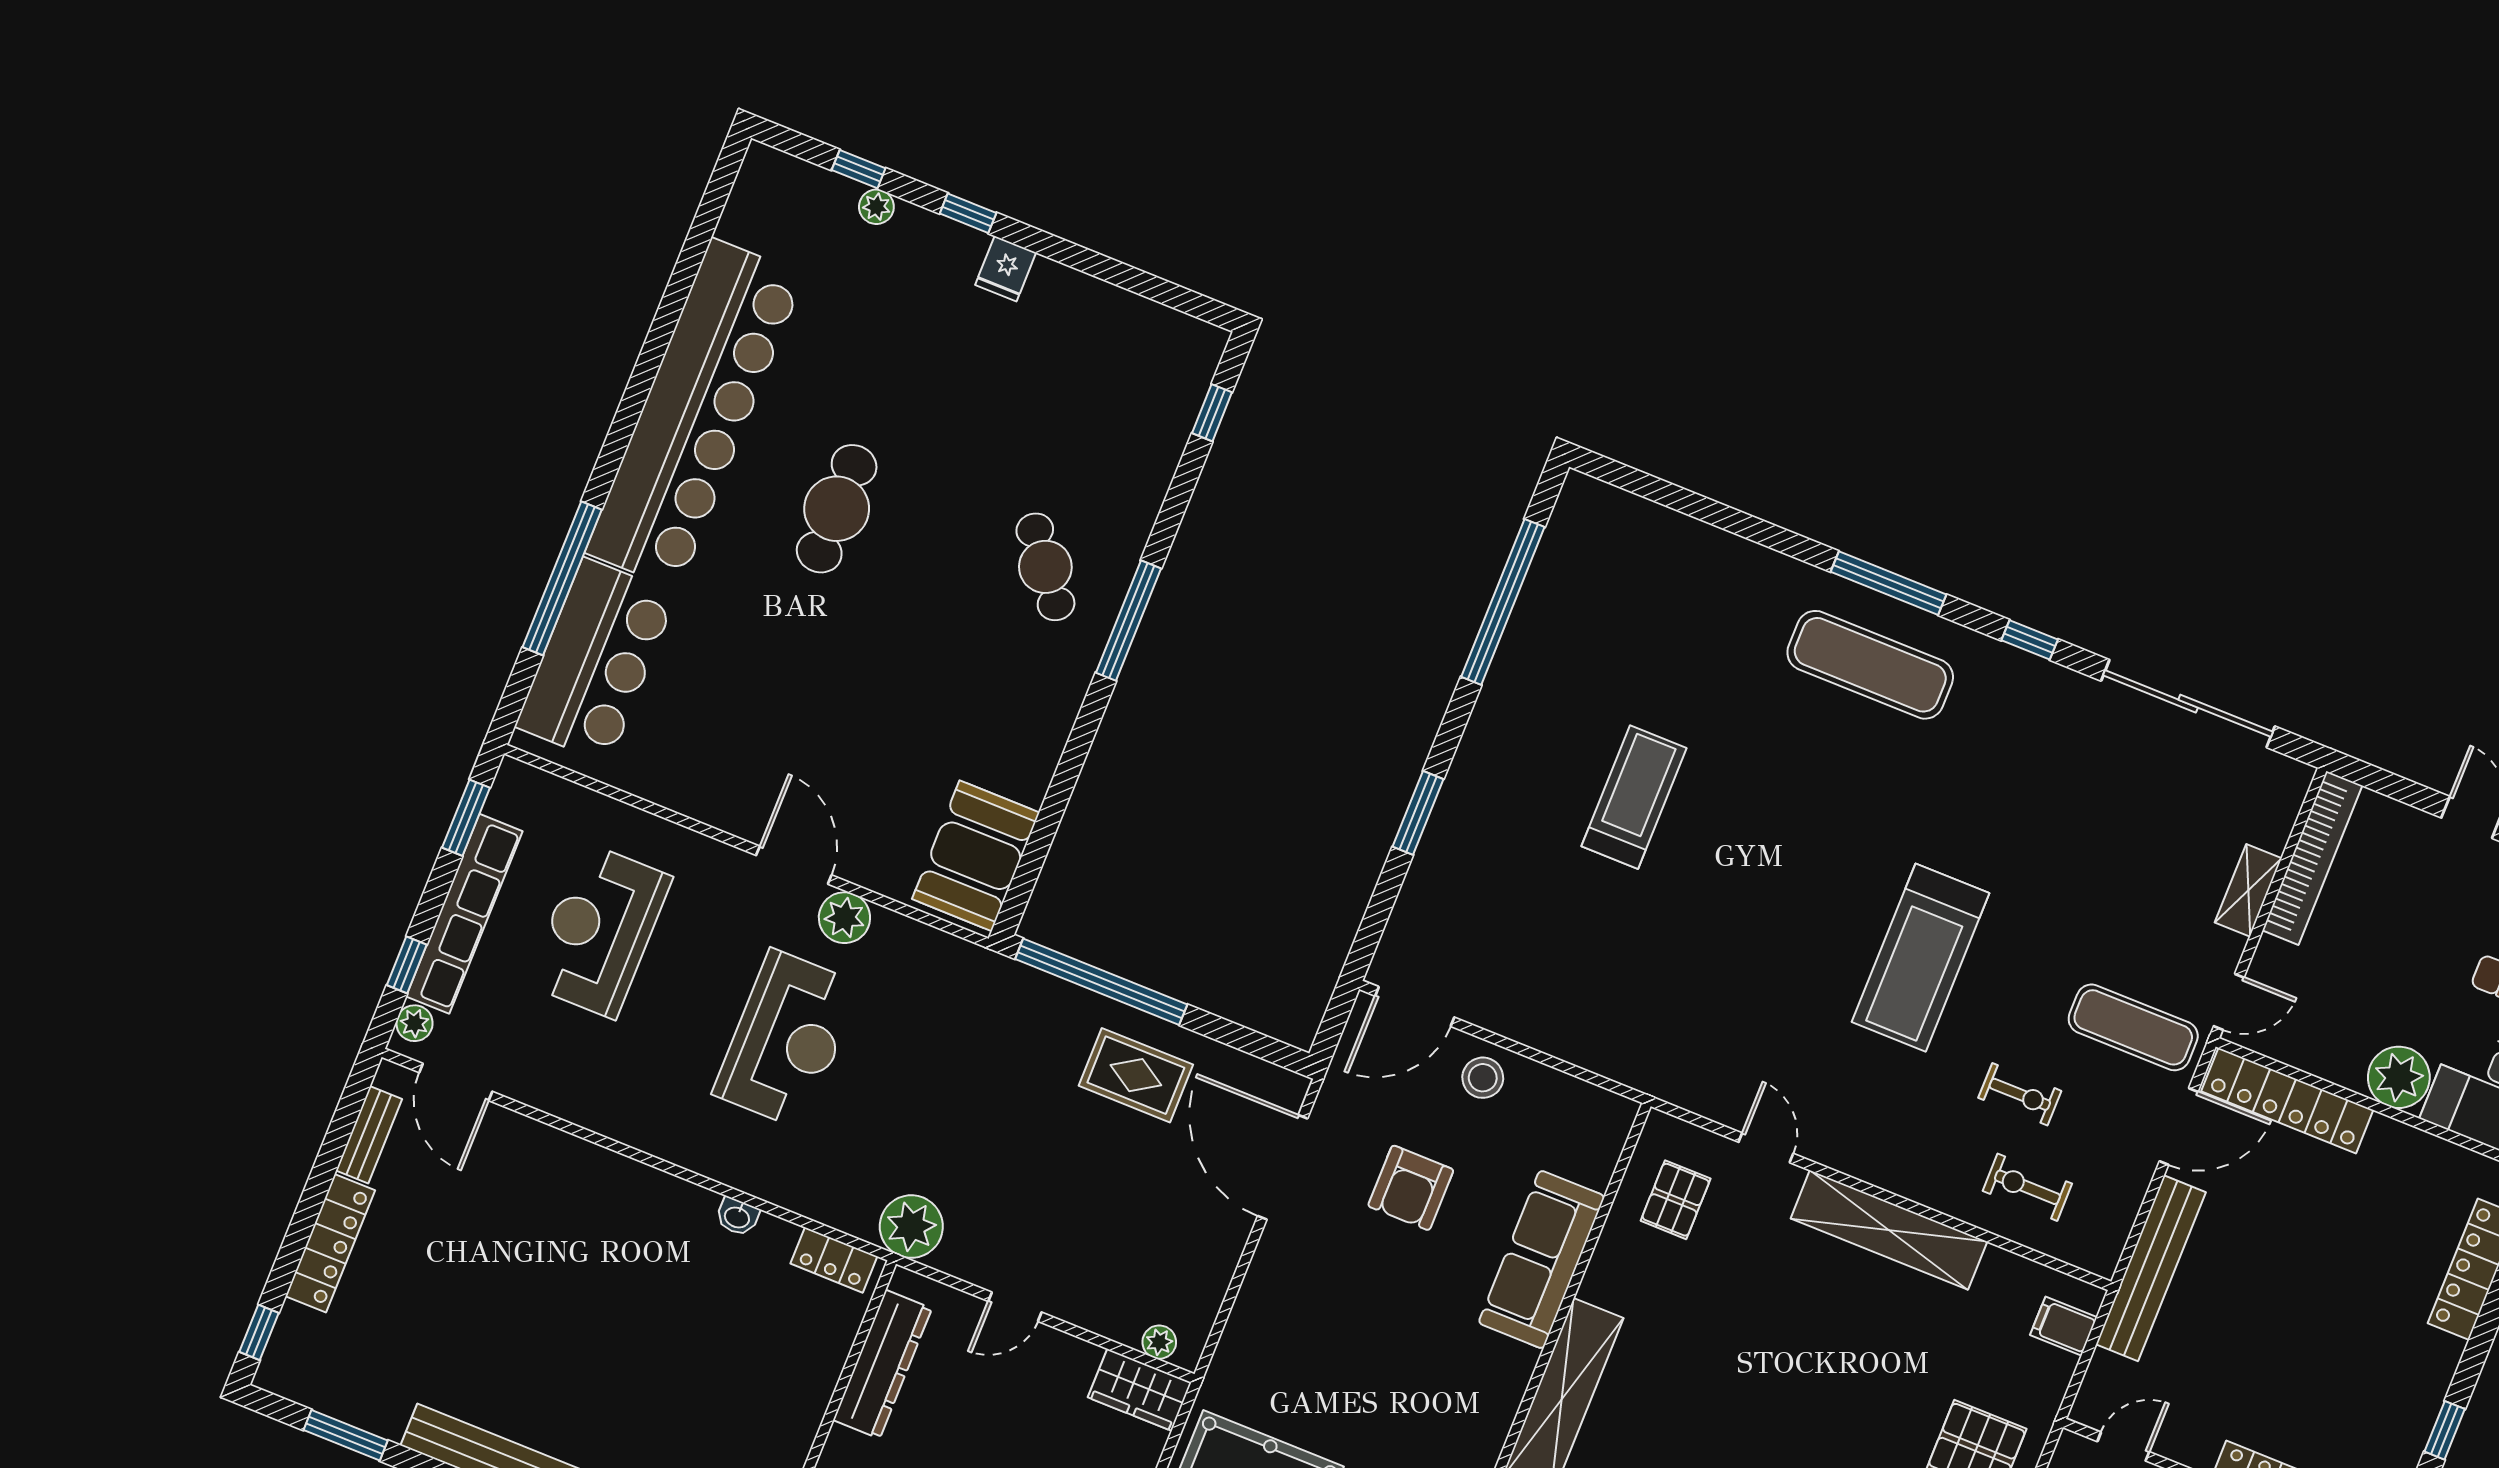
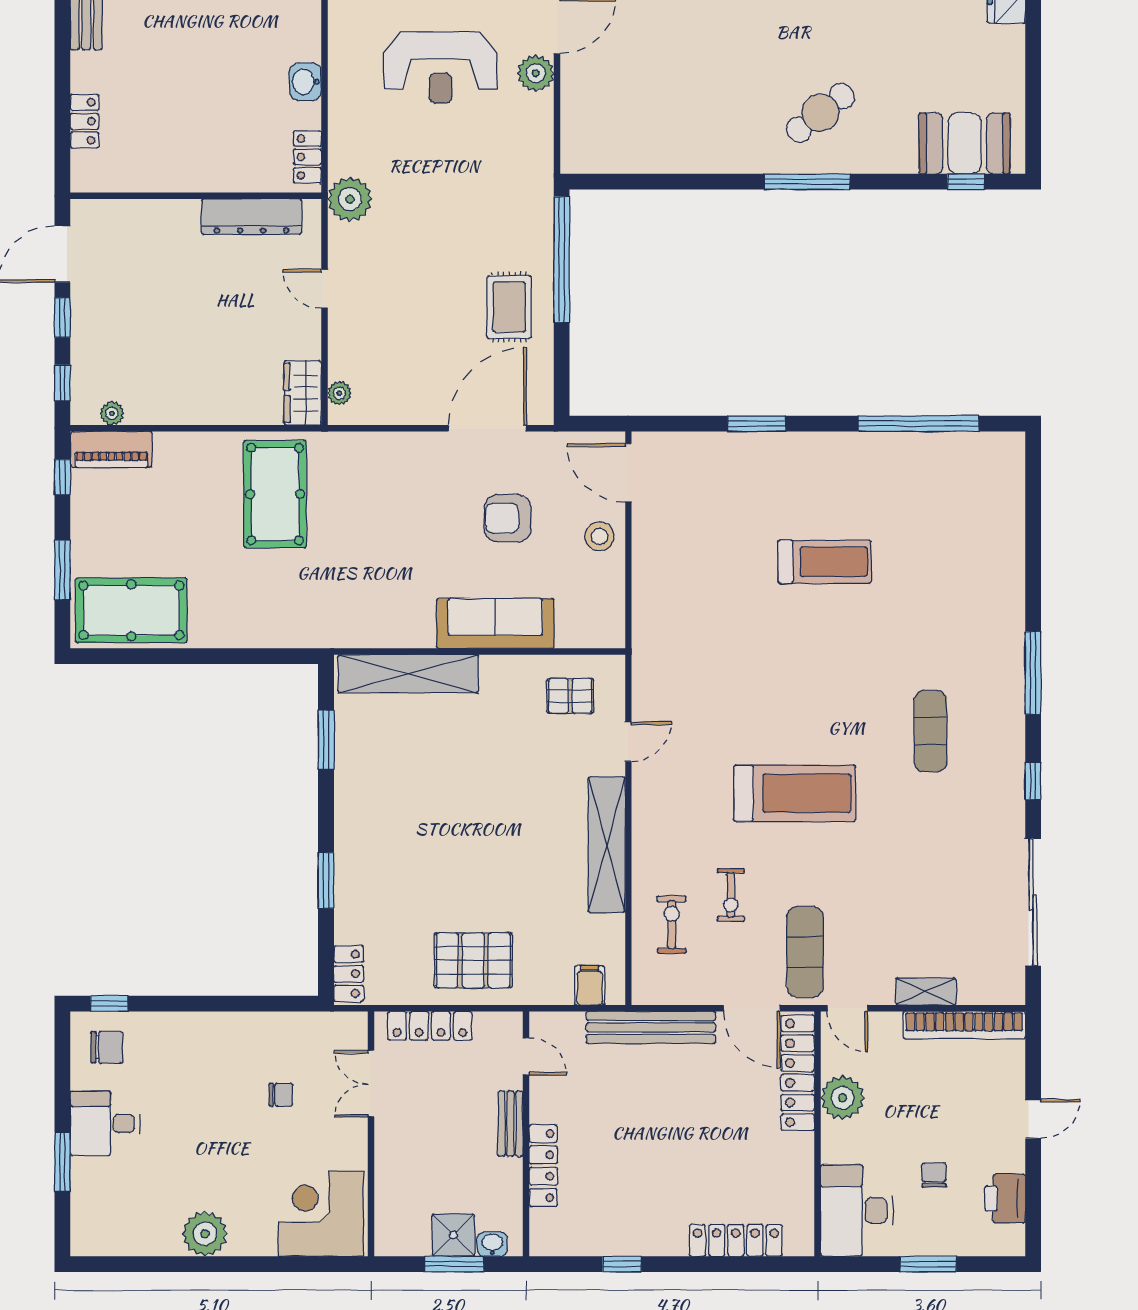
exercise mat: (1870, 665) -> (930, 731), moved, width x0.73, depth x0.69
booth: (976, 856) -> (965, 143), moved
treadmill: (1921, 958) -> (795, 793), turned 180
plant: (2399, 1077) -> (843, 1098), moved
washbasin: (737, 1217) -> (305, 82), width x1.38, depth x1.45

